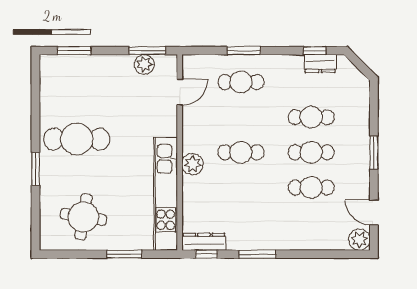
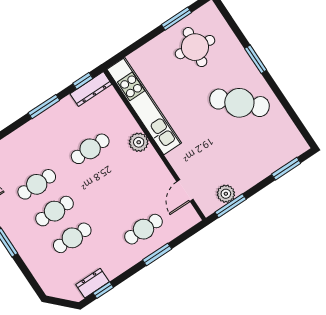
cafe table: (77, 139) -> (239, 103), turned 44
cafe table: (241, 152) -> (90, 149), moved
window: (124, 254) -> (176, 19), moved

